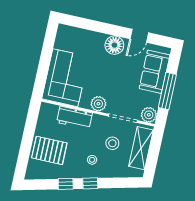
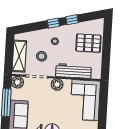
workbench: (74, 118) -> (73, 71), width x1.38

